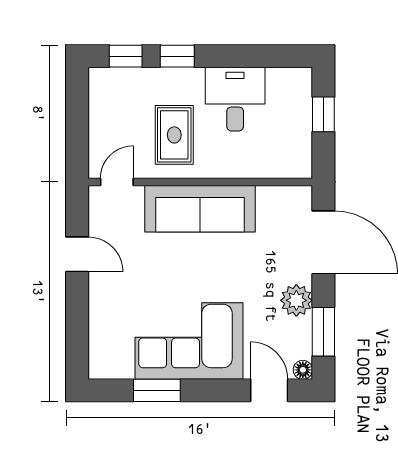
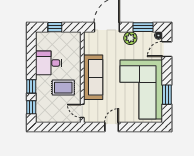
corner sofa: (189, 341) -> (141, 90), width x1.36, depth x1.36

